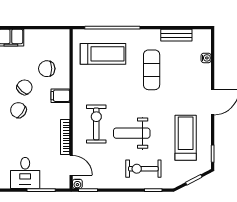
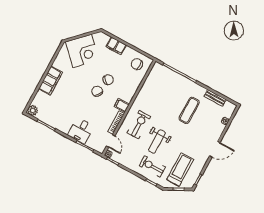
treadmill: (103, 54) -> (165, 85), removed
chair: (47, 69) -> (137, 64), moved
filing cabinet: (60, 96) -> (122, 105), moved
weight bench: (132, 133) -> (157, 141), turned -90
treadmill: (186, 138) -> (180, 170), moved

